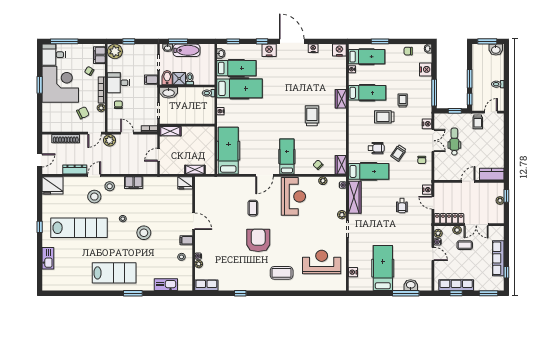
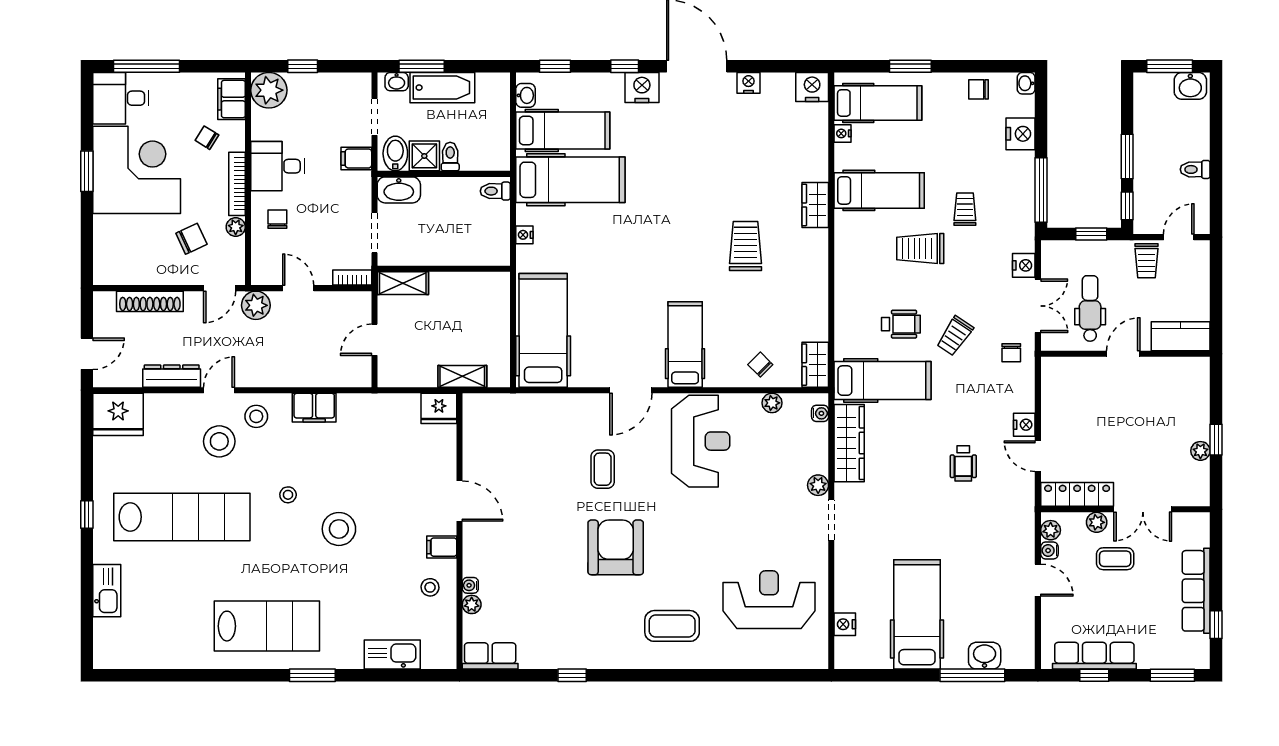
kitchen counter: (492, 174) -> (1181, 336), moved
door: (468, 181) -> (1123, 354), moved
wall: (469, 181) -> (1125, 354), moved

